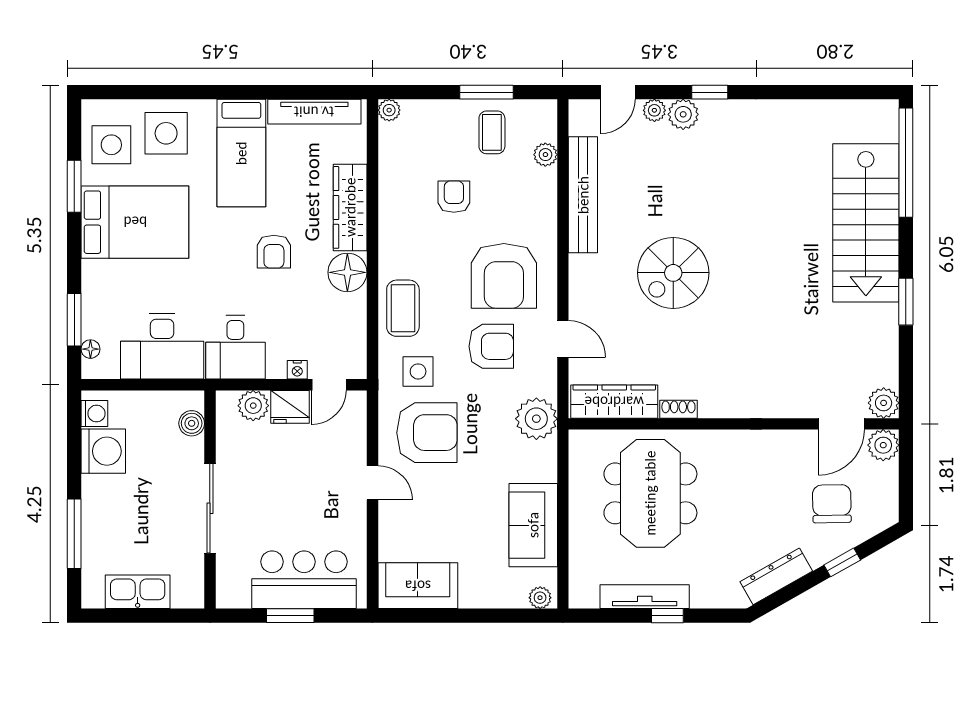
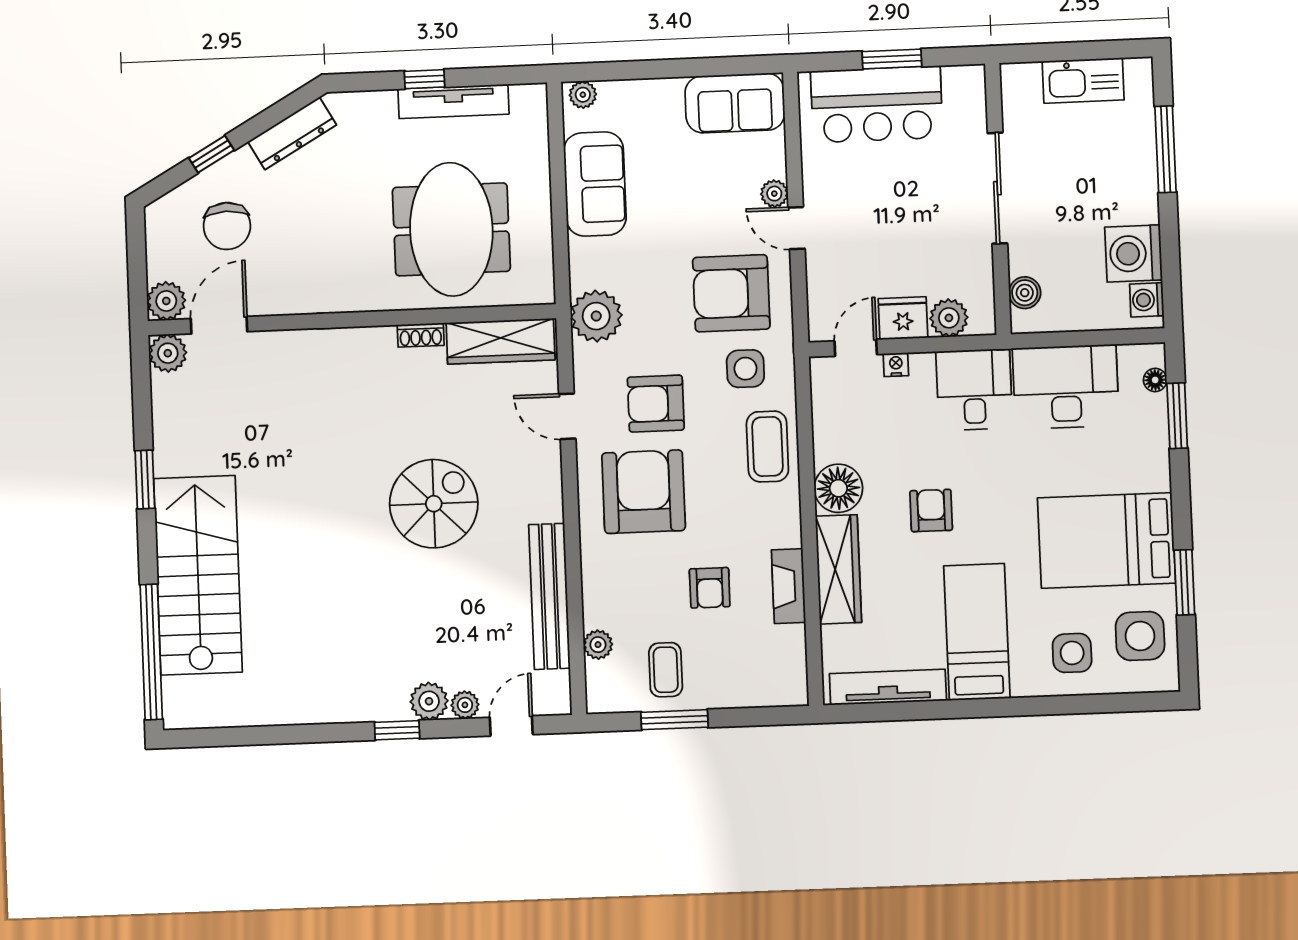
plant: (389, 110) -> (774, 194), moved
side table: (166, 133) -> (1072, 653), width x0.73, depth x0.73
fireplace: (391, 196) -> (788, 586), added

